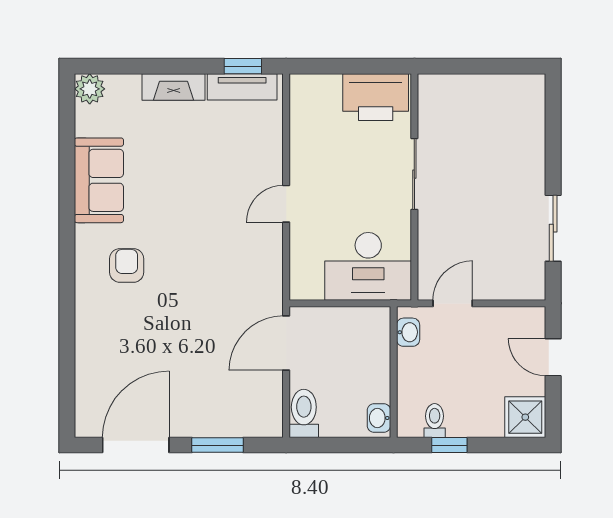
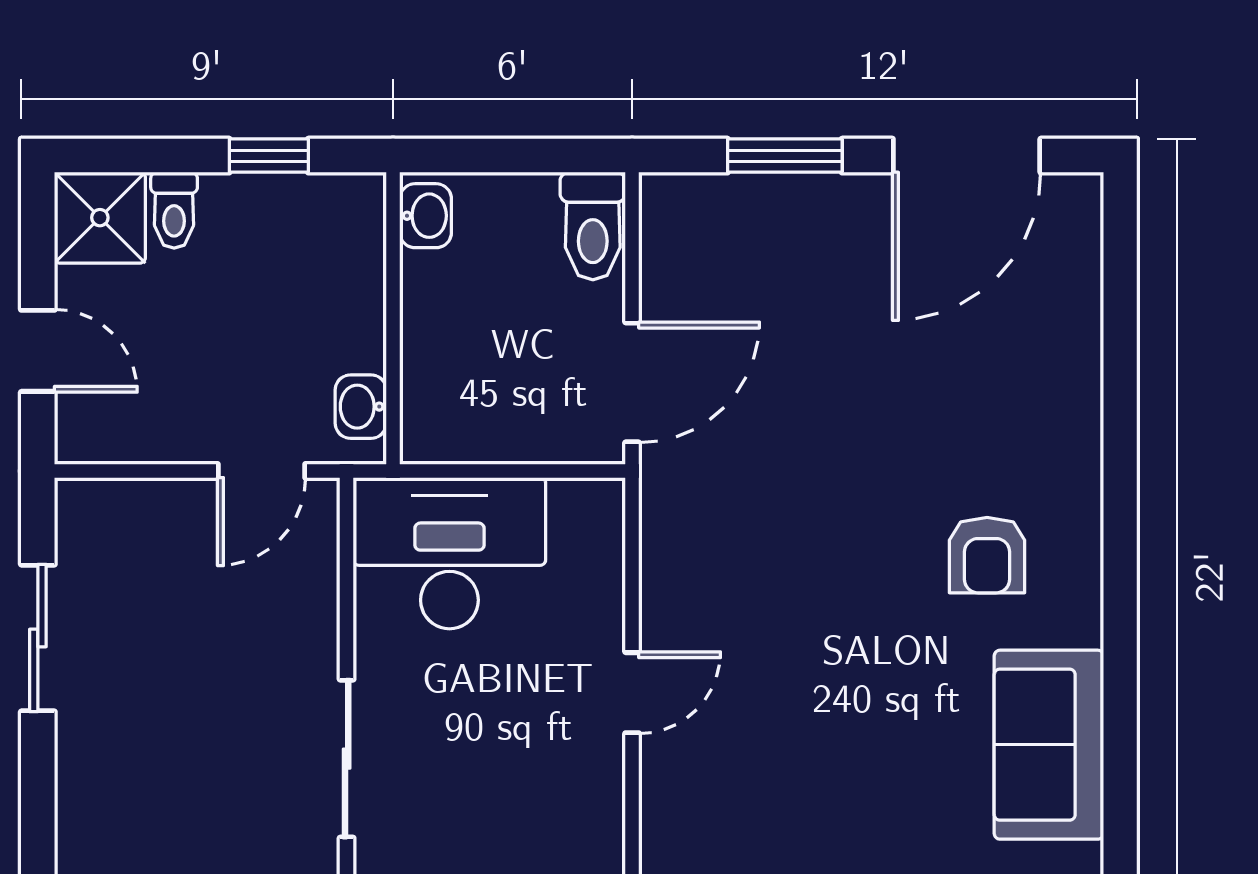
toilet: (435, 420) -> (174, 210), moved

